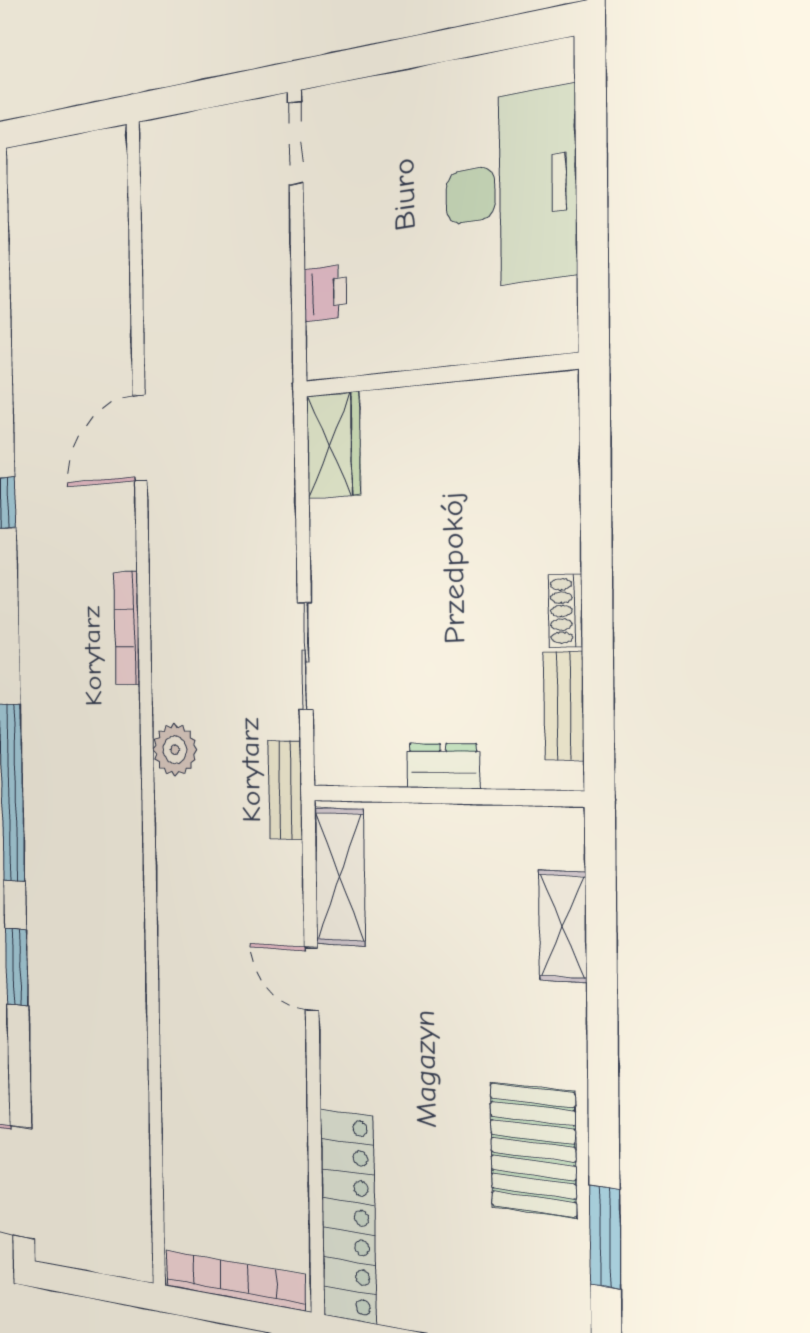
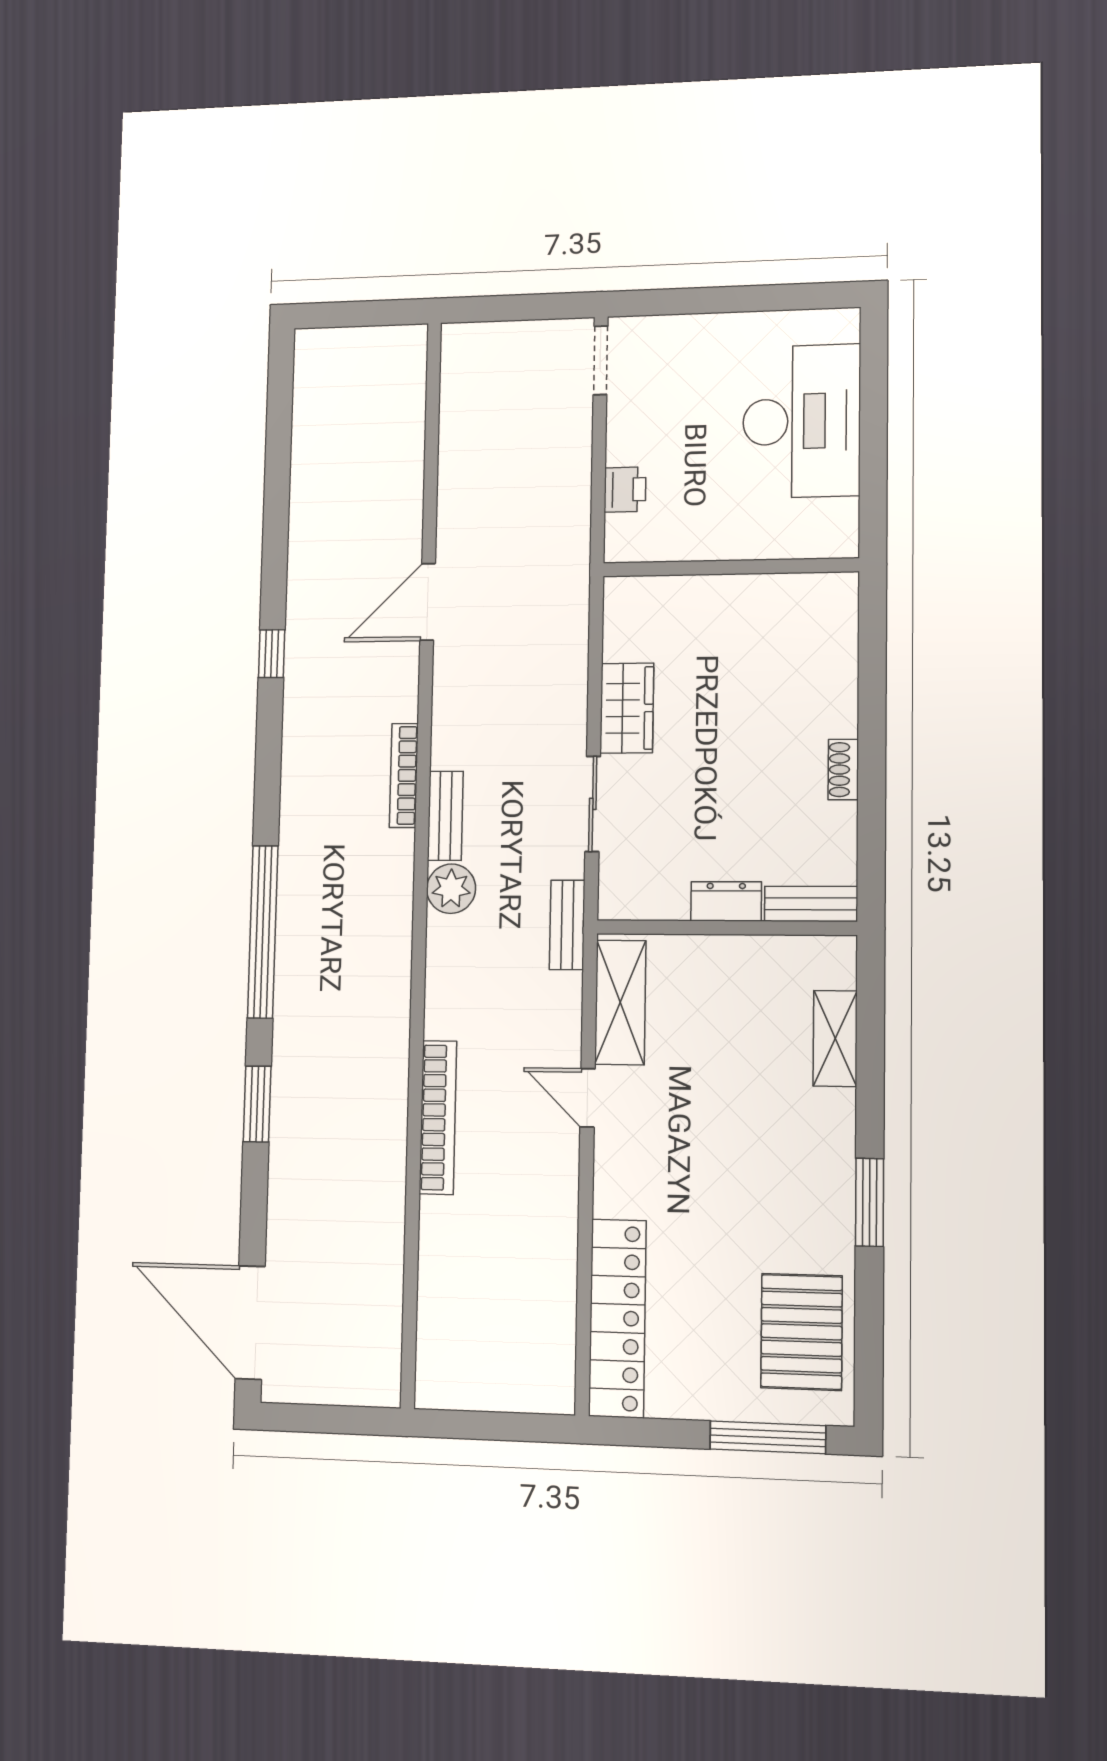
wardrobe: (334, 445) -> (627, 708), moved
bench: (166, 671) -> (445, 816), added
bench: (564, 706) -> (811, 904), moved, turned 90
pallet: (533, 1150) -> (802, 1332), moved
window: (605, 1237) -> (870, 1202), moved
bookcase: (235, 1280) -> (438, 1117), moved, turned 90

